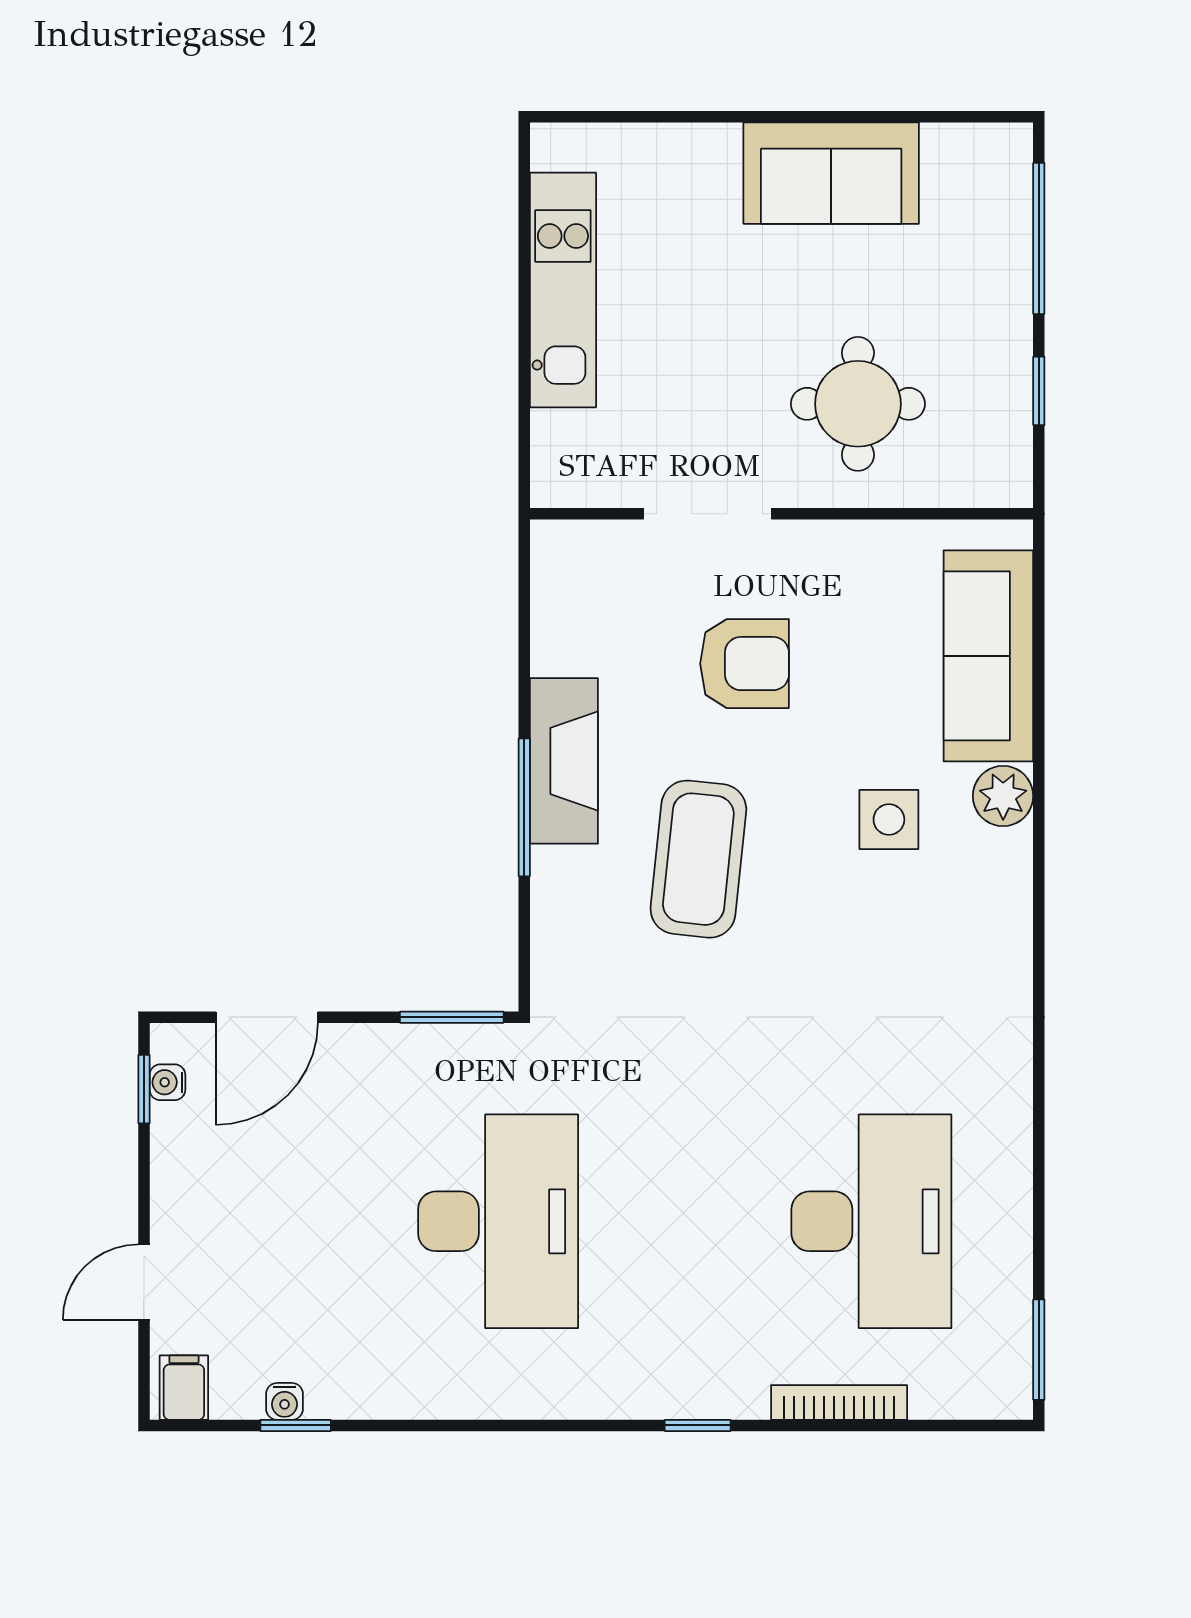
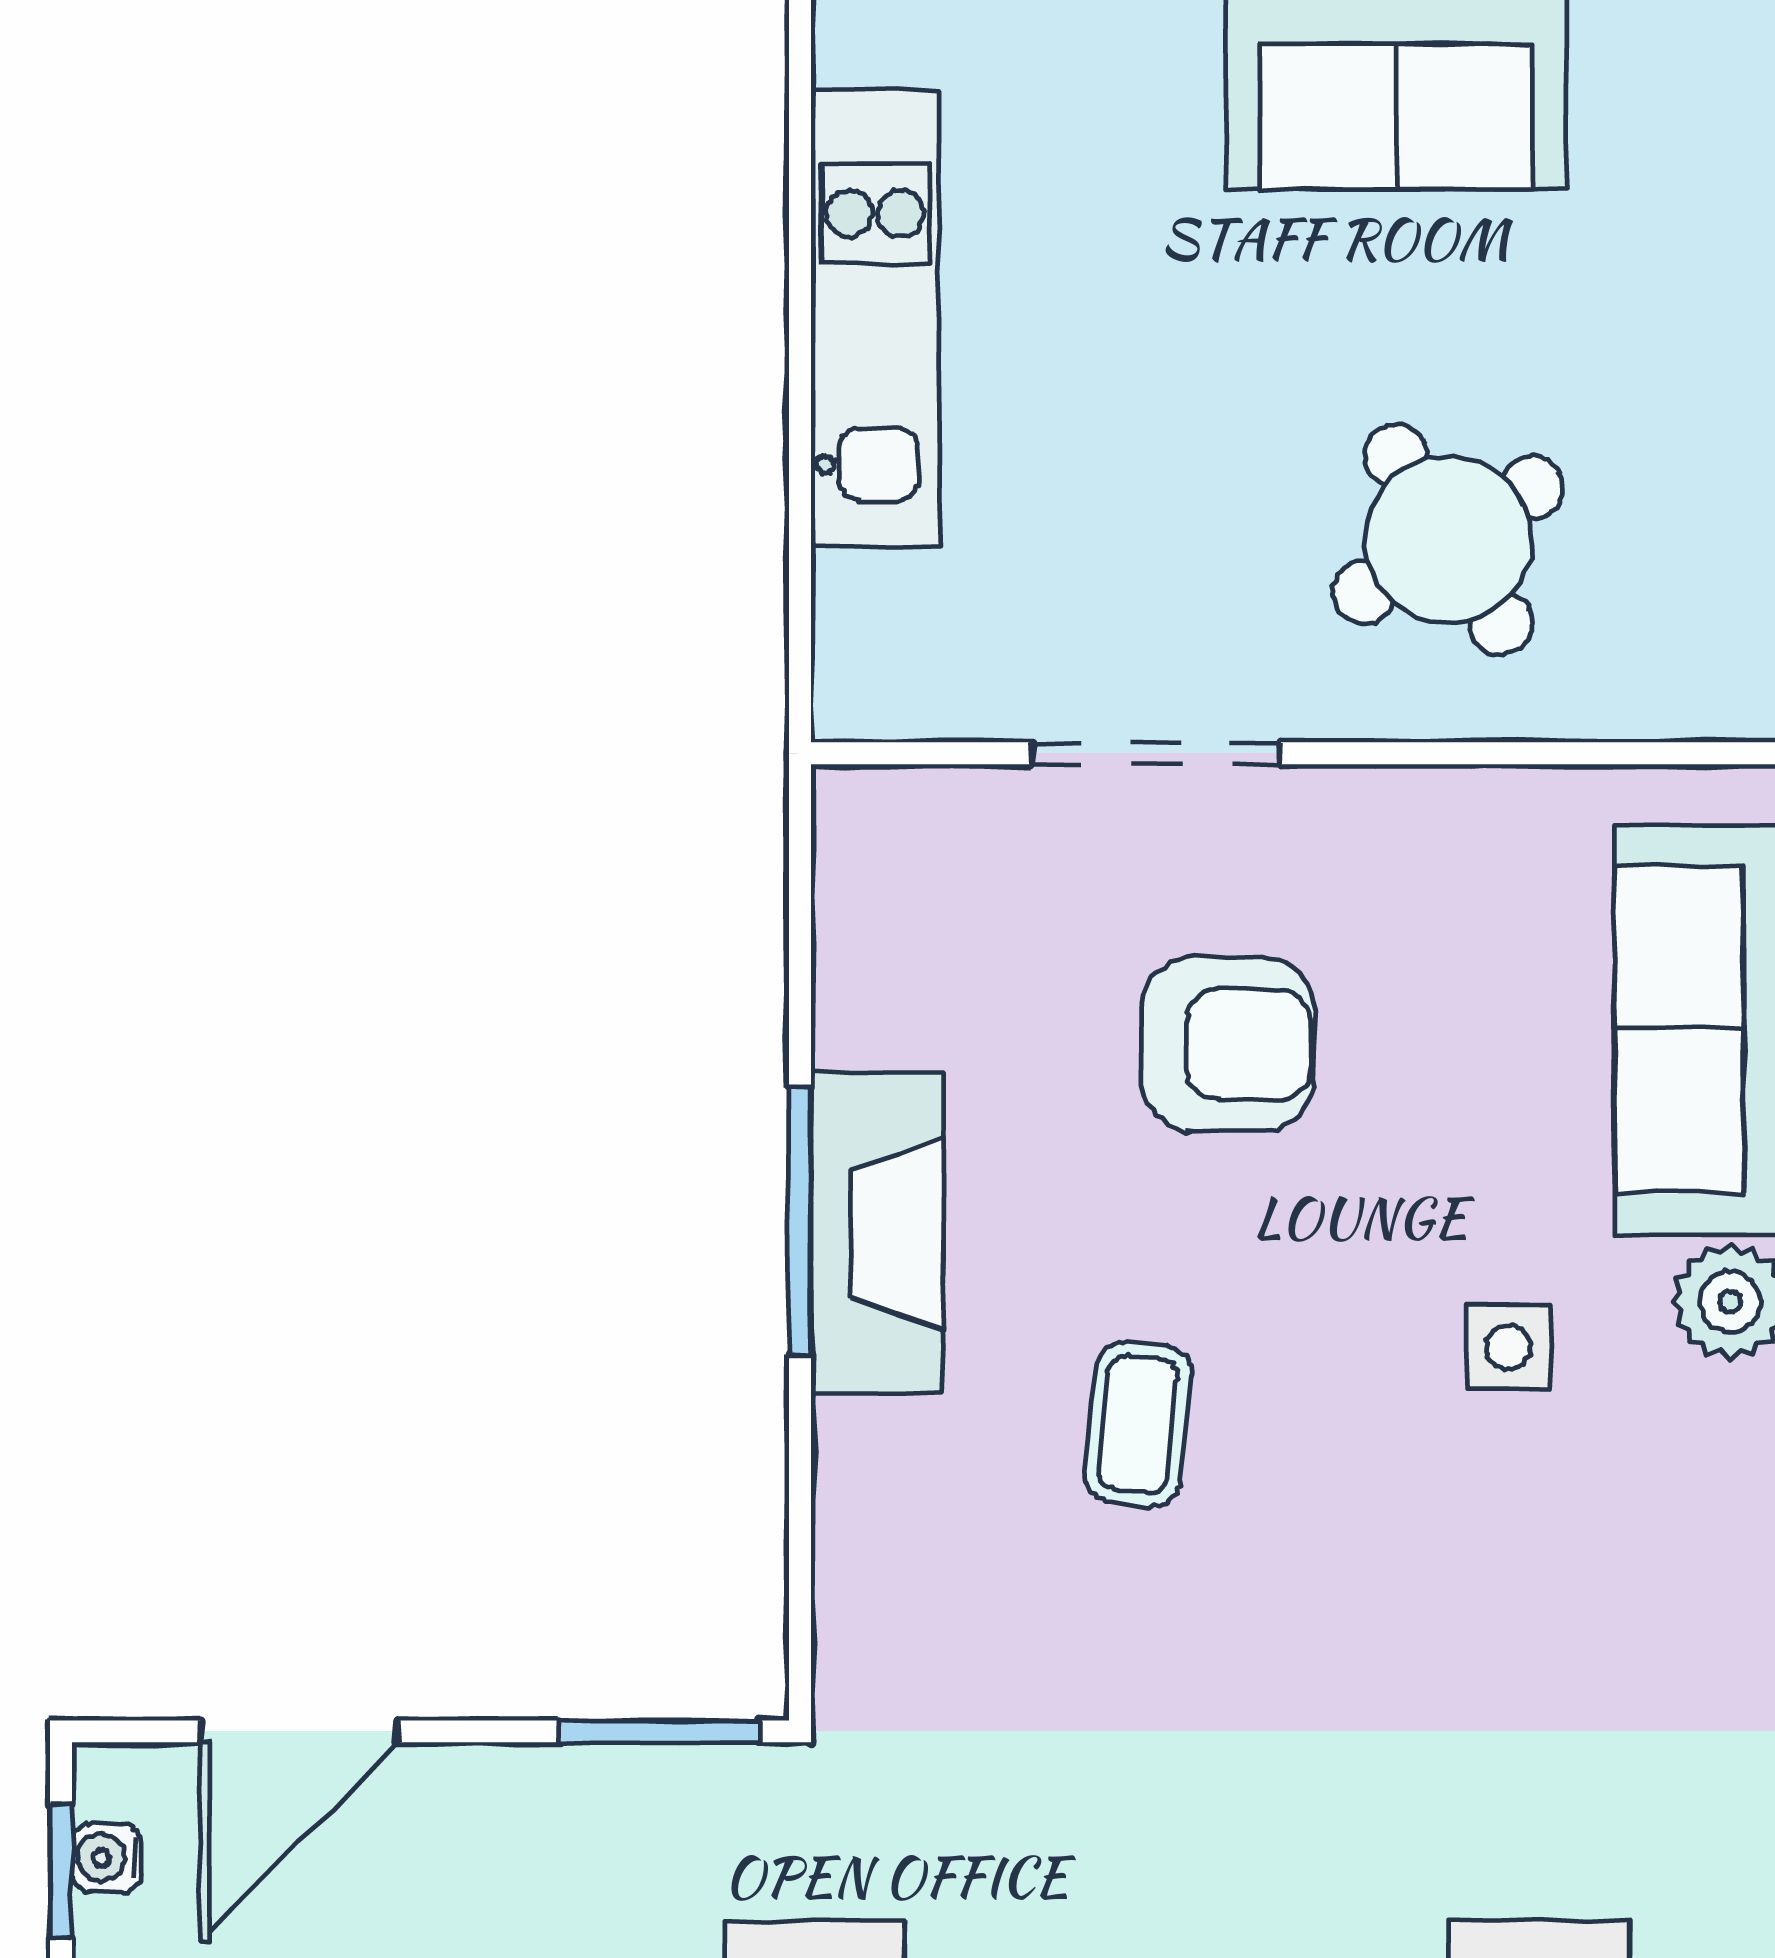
round table: (858, 404) -> (1448, 540), turned -32
window: (524, 807) -> (800, 1221), moved
side table: (889, 820) -> (1508, 1347), width x0.73, depth x0.73
coffee table: (698, 859) -> (1138, 1424), width x0.54, depth x0.58

